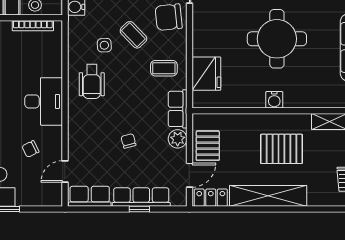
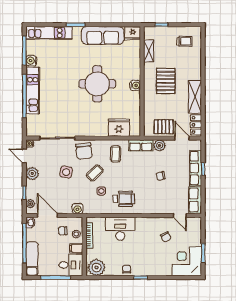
desk: (44, 101) -> (120, 229), moved
shelving: (268, 196) -> (195, 97), width x0.68

